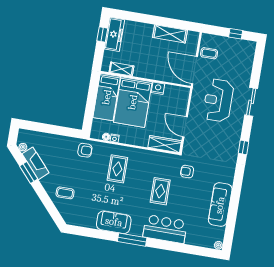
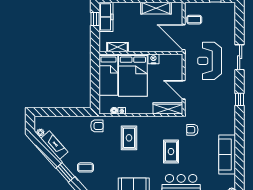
window: (29, 173) -> (65, 172), moved

